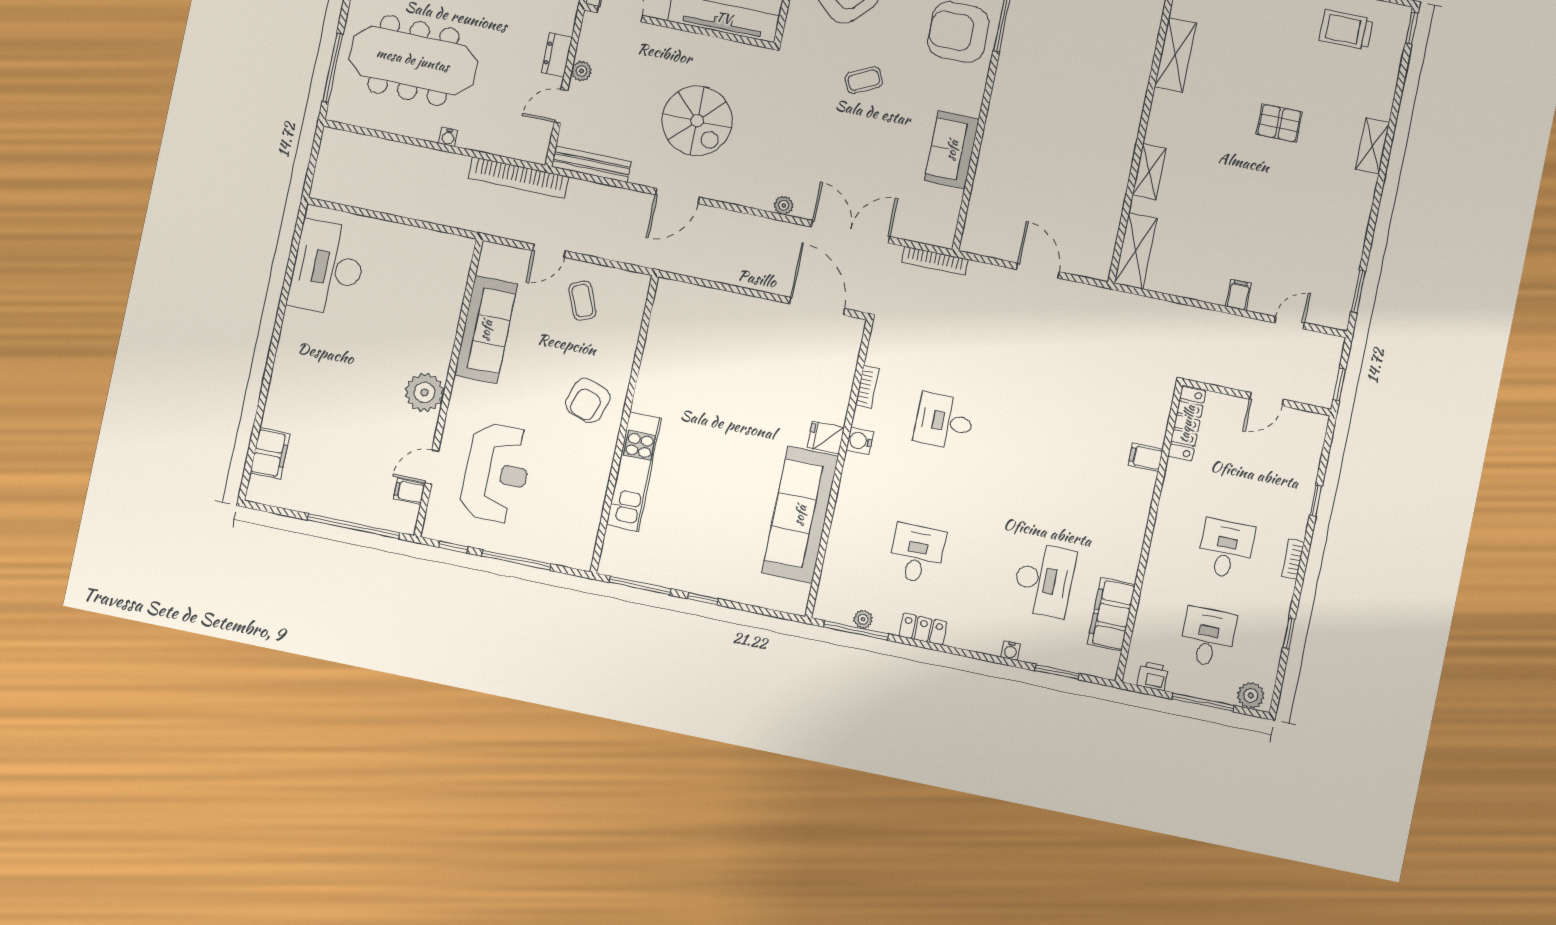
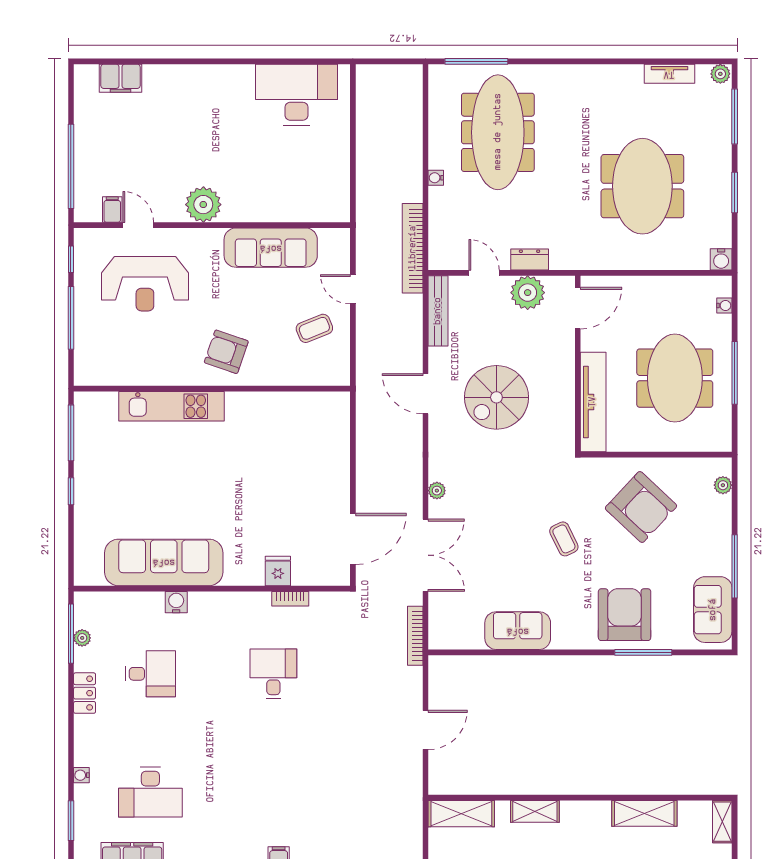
plant: (582, 71) -> (528, 293), width x1.88, depth x1.88
fridge: (826, 438) -> (278, 571), moved
water cooler: (860, 441) -> (176, 602), moved

